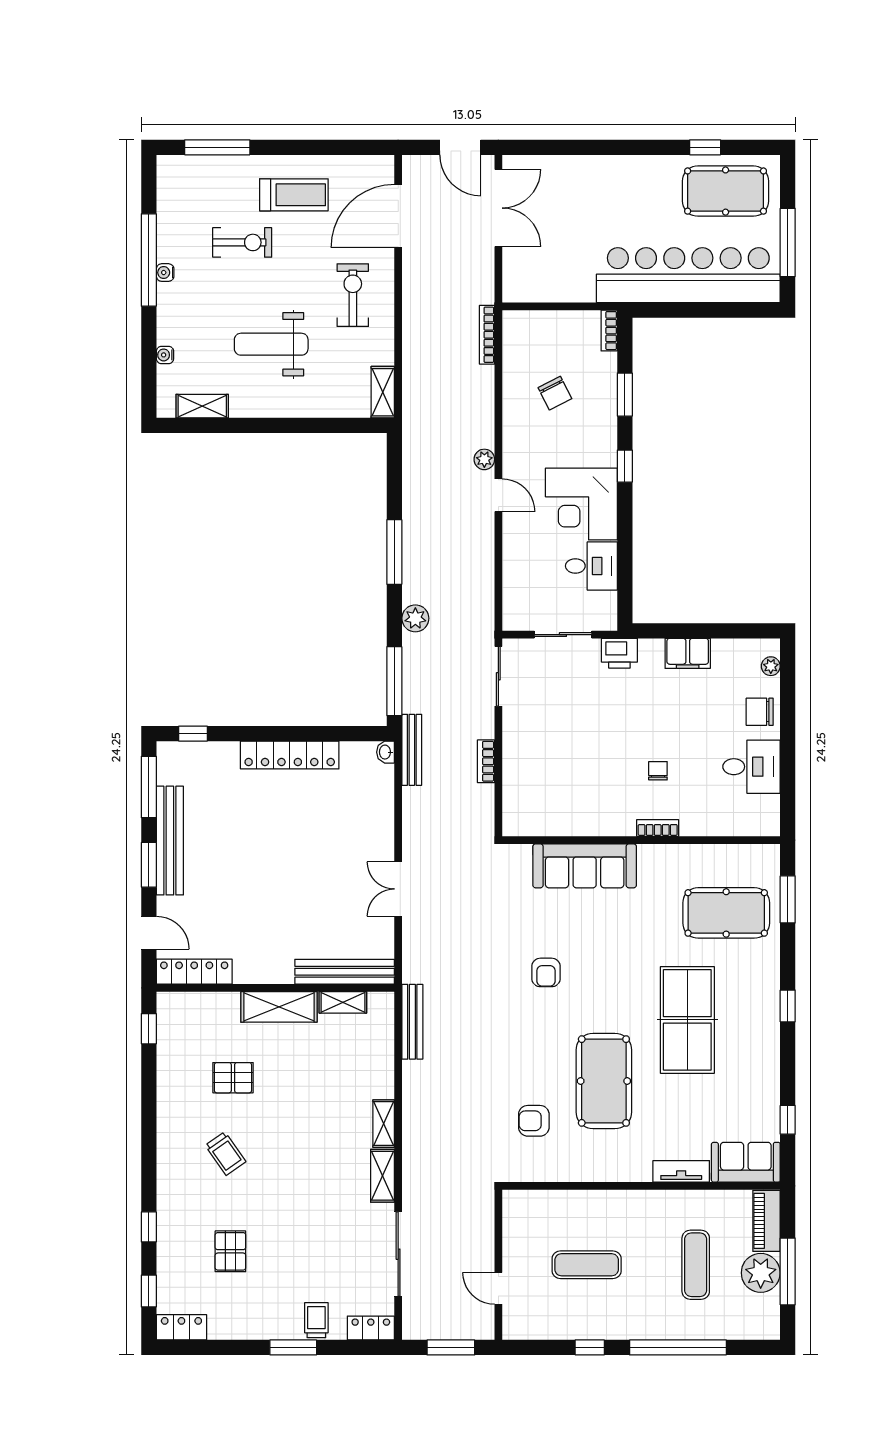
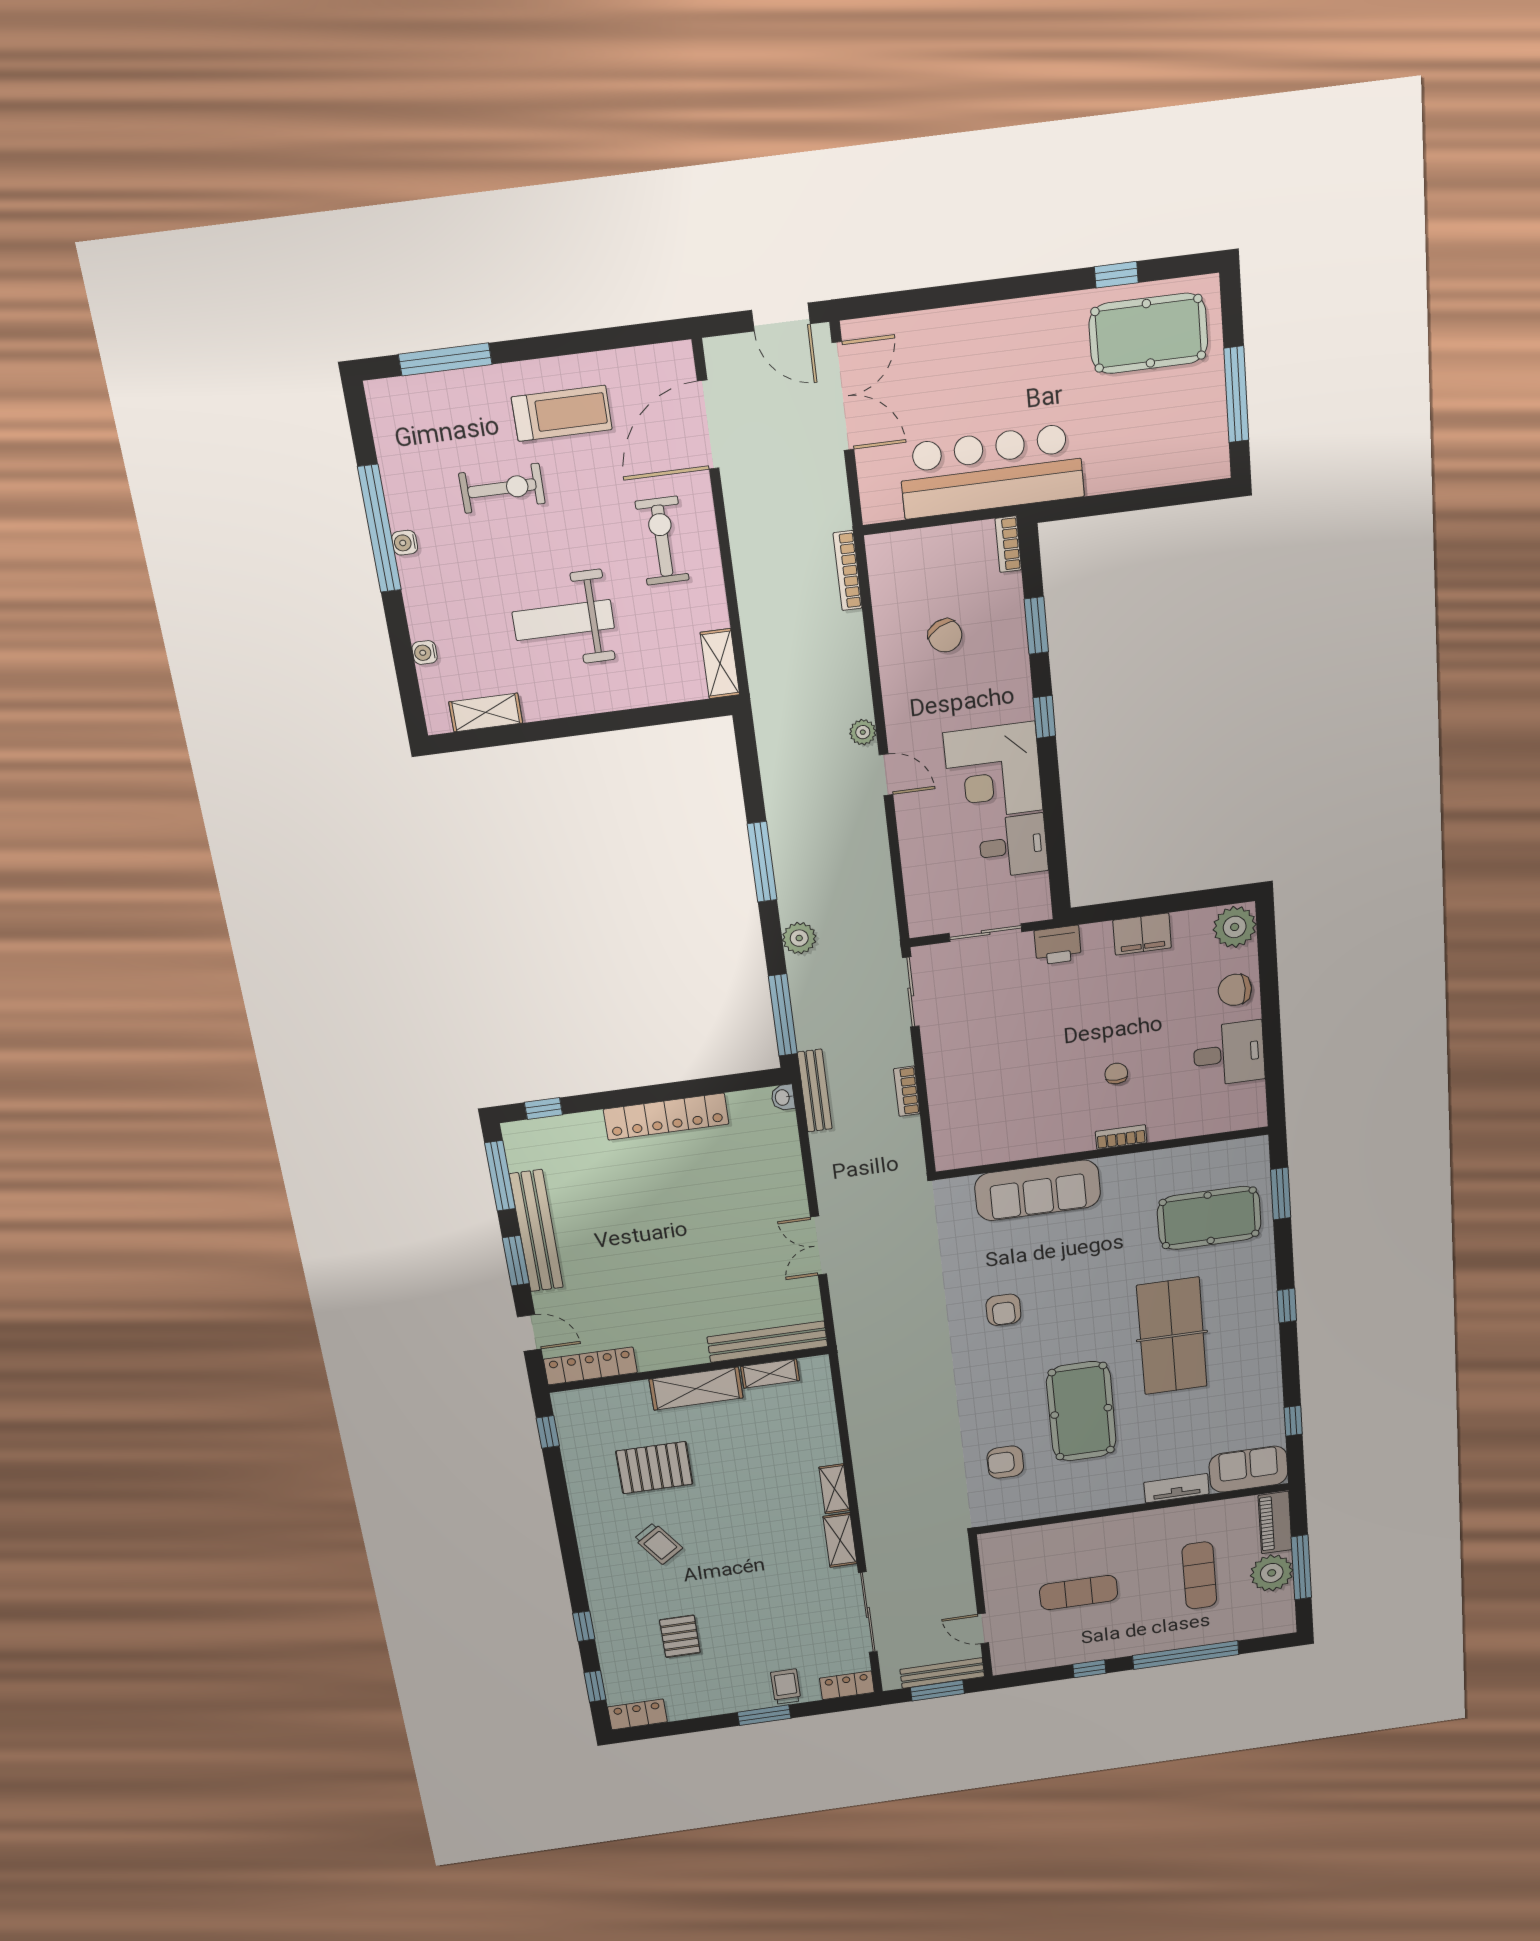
bar counter: (688, 275) -> (991, 471), moved, width x0.73
plant: (771, 666) -> (1235, 927), width x1.88, depth x1.88
bench: (412, 1022) -> (942, 1673), moved, turned 90
pallet: (233, 1078) -> (654, 1468), width x1.50, depth x1.42

